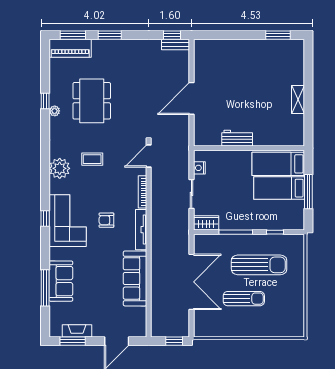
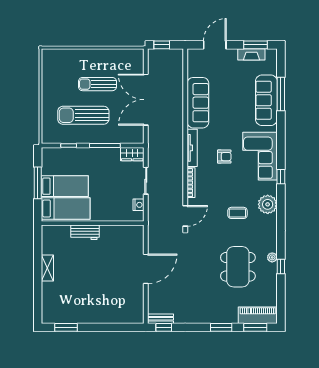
workbench: (237, 138) -> (85, 232), moved
window: (45, 218) -> (281, 177), moved
sofa: (61, 281) -> (266, 100), width x1.36

